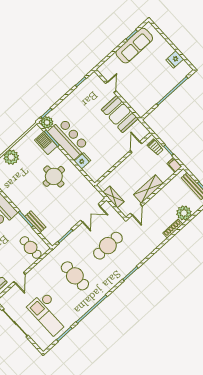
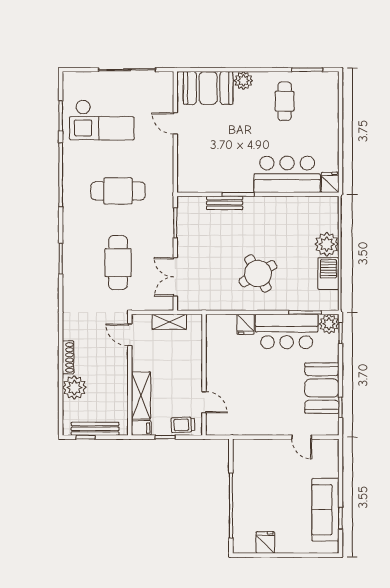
booth: (120, 114) -> (322, 388), moved, turned 90
barbecue: (46, 143) -> (328, 274), moved, turned -90
round table: (54, 176) -> (258, 274), turned -30
shelving: (148, 189) -> (141, 396), moved
cafe table: (31, 247) -> (199, 169), removed
checkout: (49, 313) -> (102, 120), turned 180

